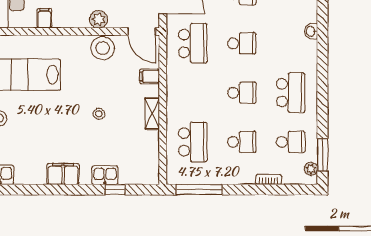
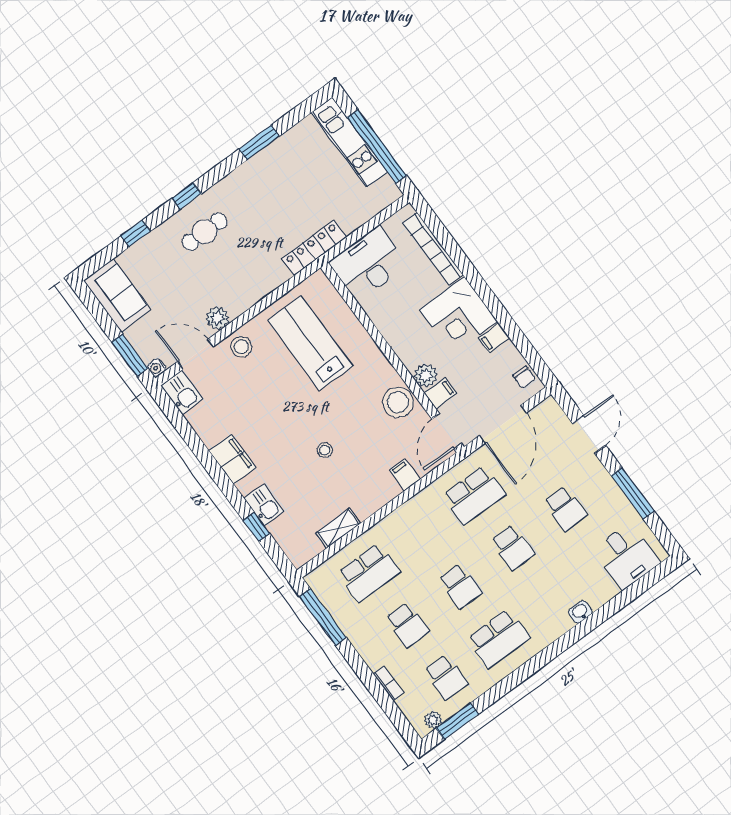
filing cabinet: (44, 18) -> (440, 393), moved
shelving: (152, 114) -> (338, 528), moved

